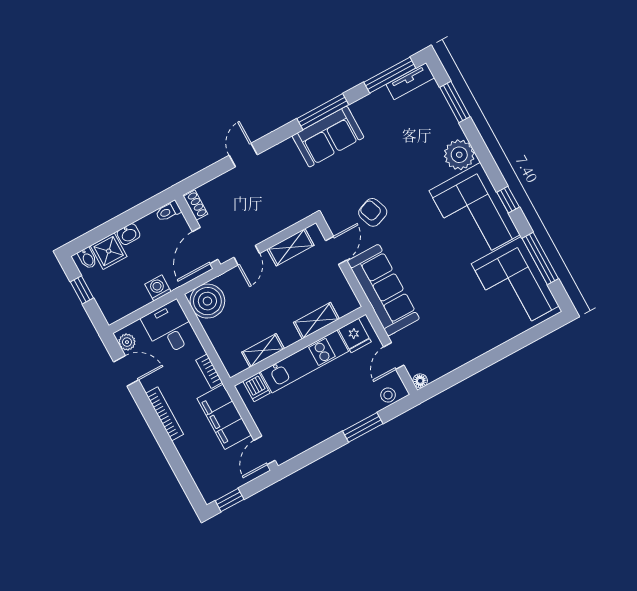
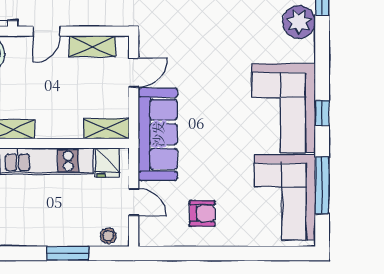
plant: (459, 155) -> (299, 22), moved
armchair: (373, 212) -> (202, 213), moved, turned 110
shelving: (316, 321) -> (106, 129), moved
door: (394, 356) -> (134, 202), swing flipped
floor lamp: (420, 381) -> (146, 239), removed

